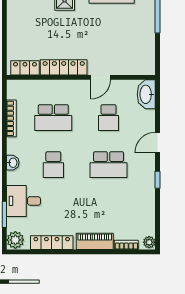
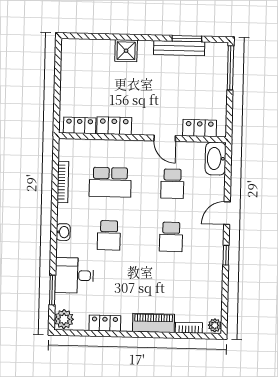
locker: (64, 67) -> (114, 126), width x0.66
locker: (131, 68) -> (200, 128), added
door: (101, 77) -> (165, 138), hinge flipped
school desk: (108, 165) -> (171, 237), width x0.54
locker: (52, 243) -> (105, 323), width x0.66

